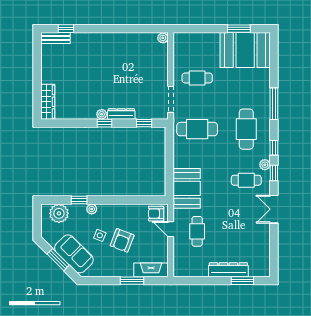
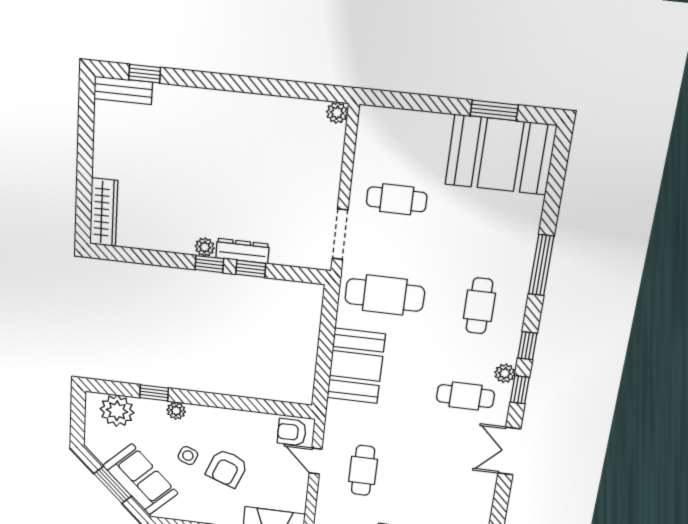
window: (144, 123) -> (251, 269), moved
cafe table: (246, 129) -> (479, 306), width x0.73, depth x0.74
booth: (187, 188) -> (356, 366), moved

